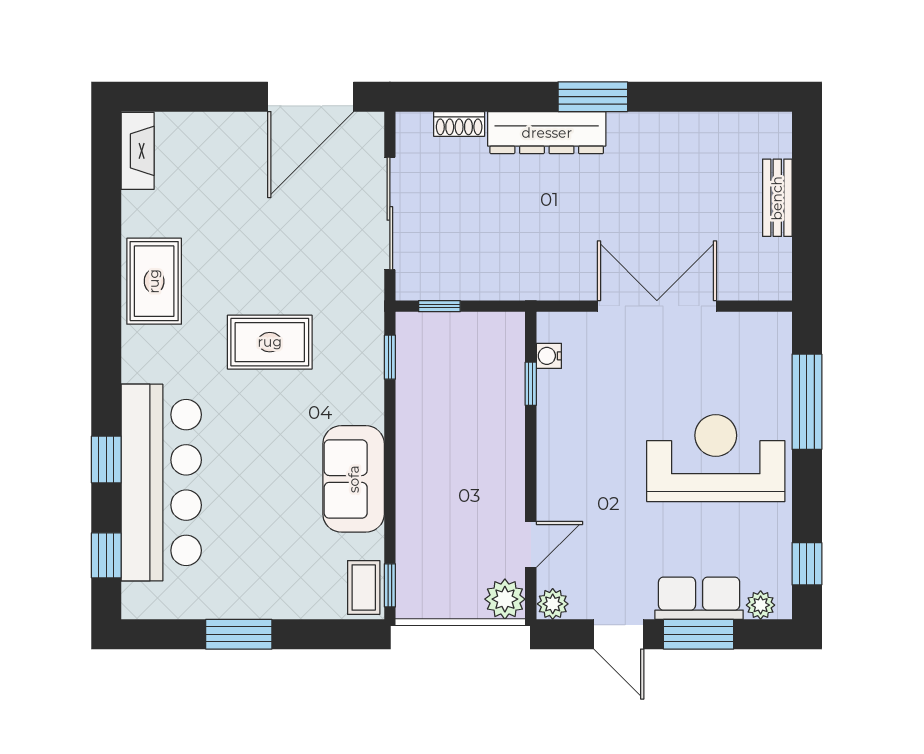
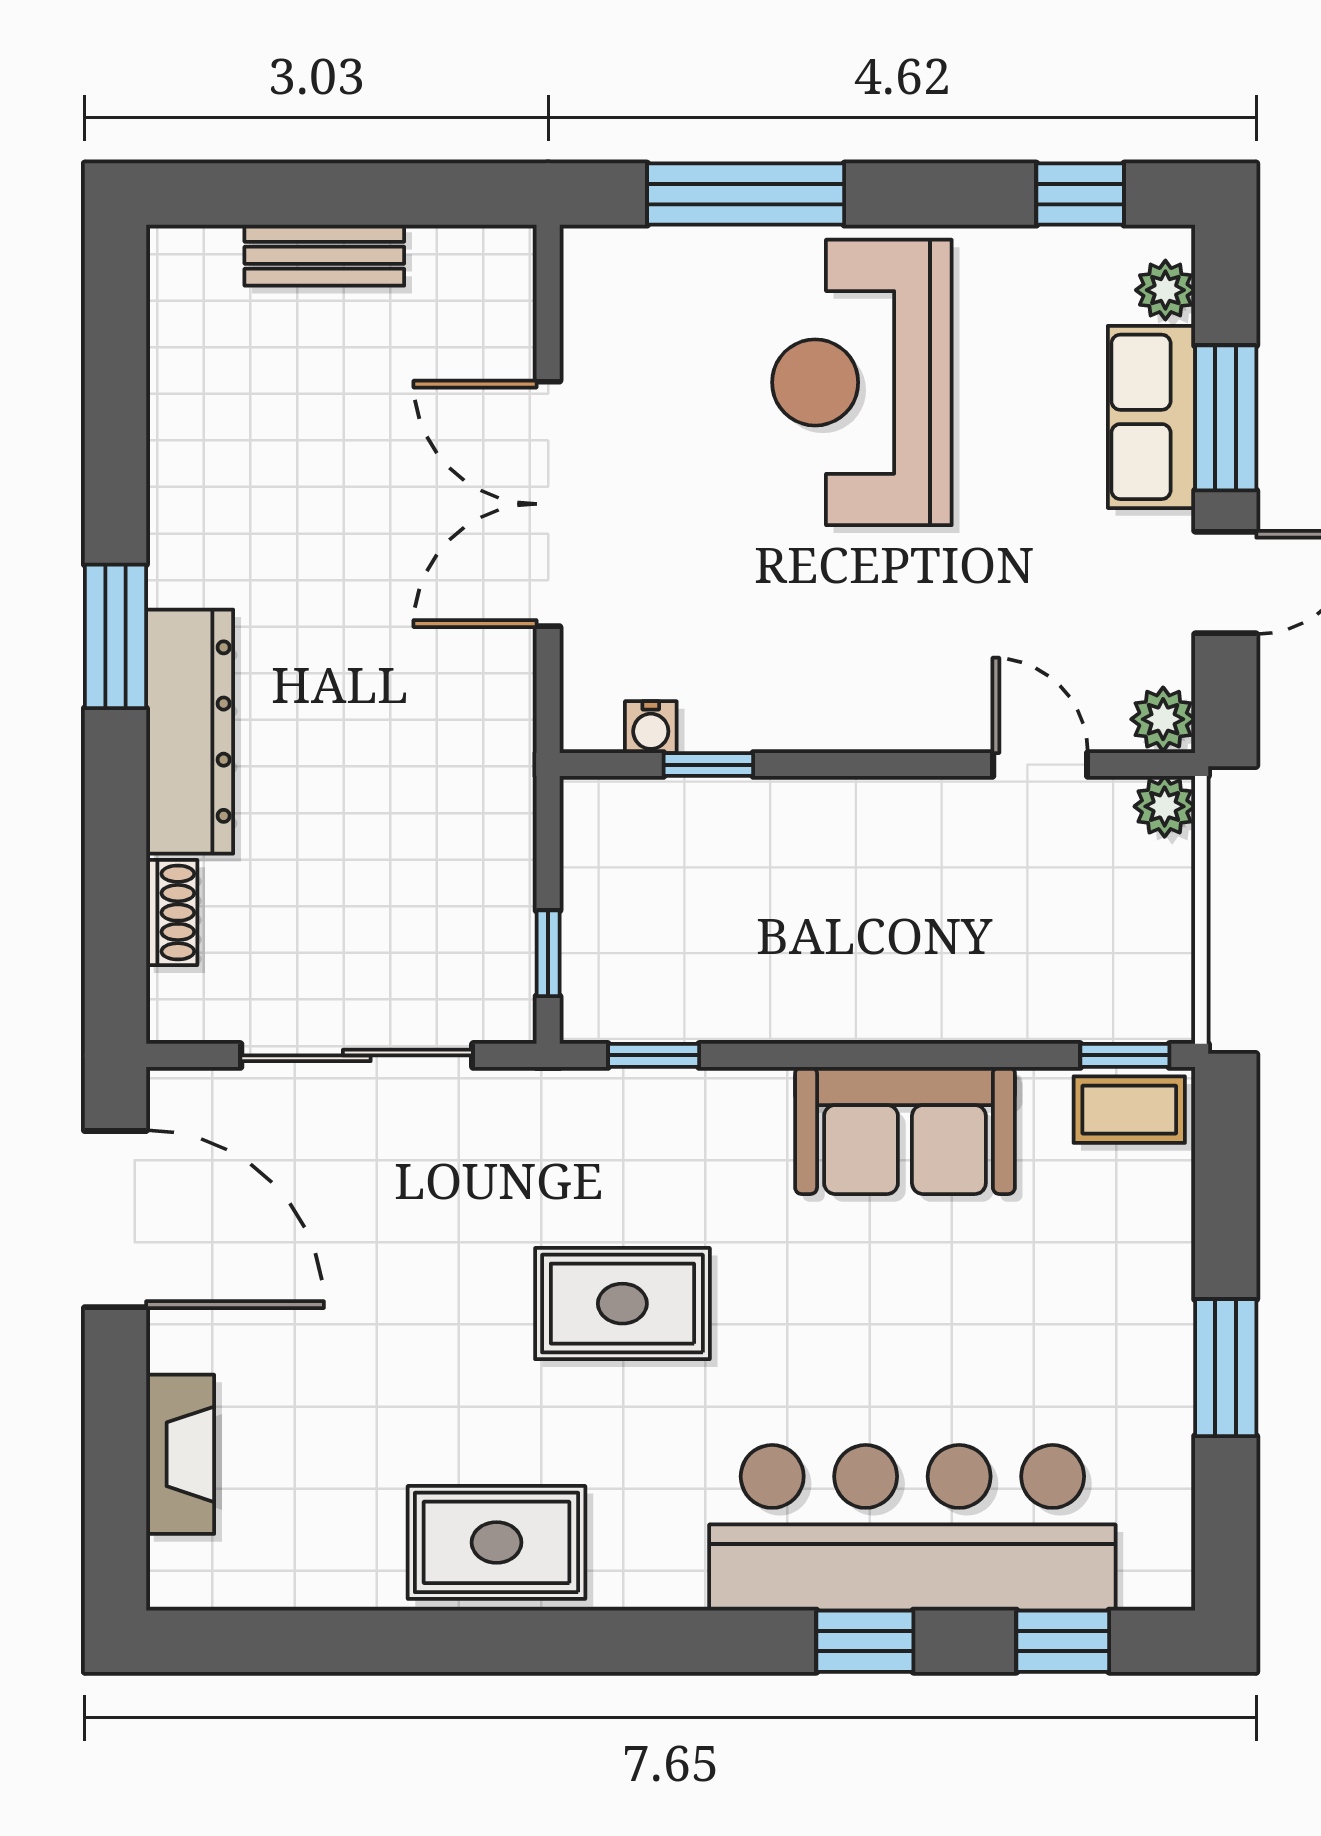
fireplace: (138, 151) -> (180, 1454), moved, turned 90
rug: (270, 342) -> (622, 1304), turned 90
plant: (505, 599) -> (1165, 806), width x0.73, depth x0.73

